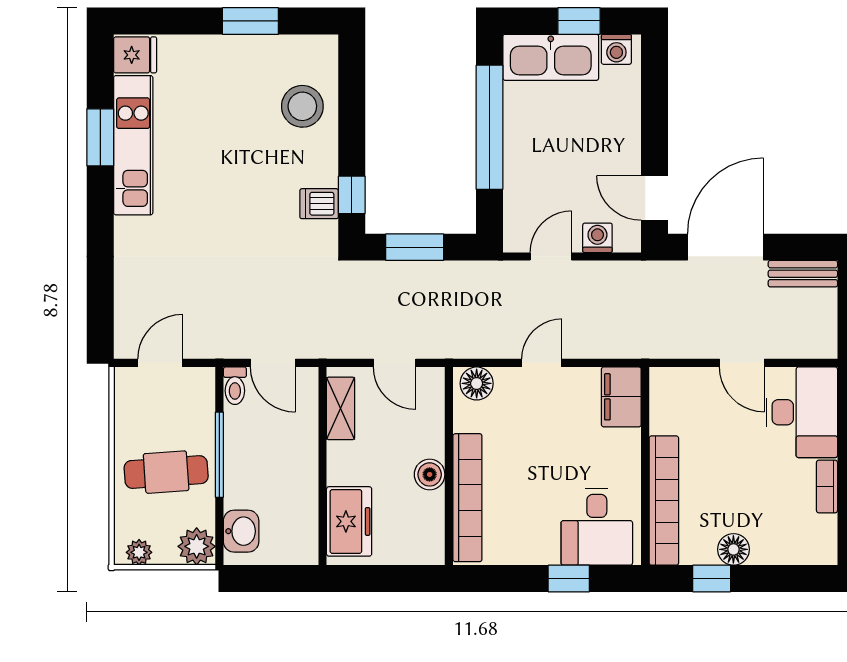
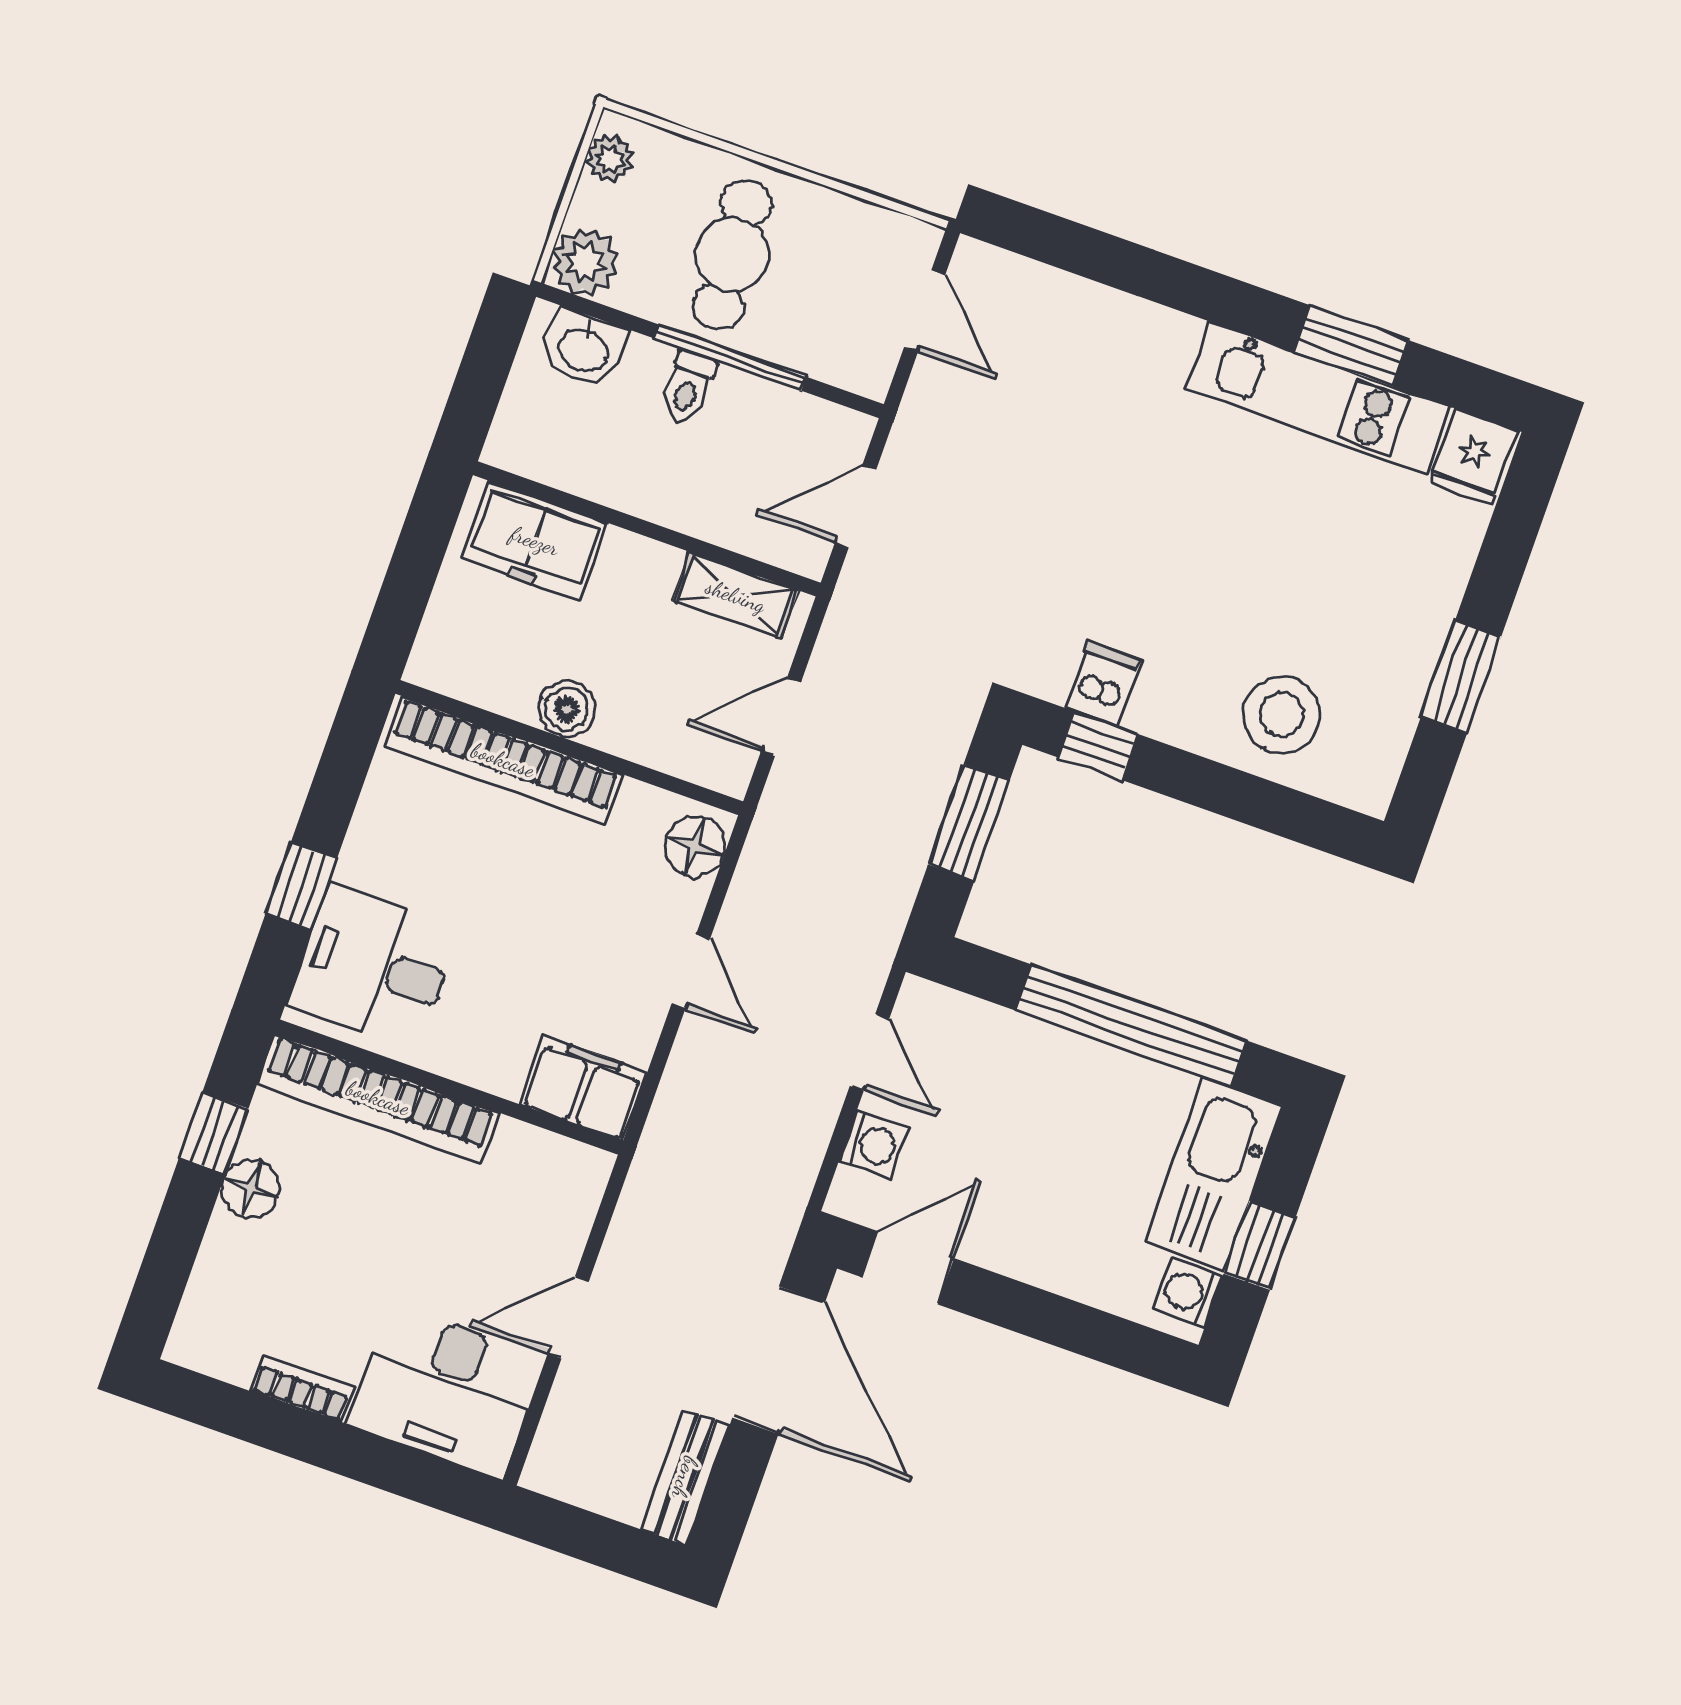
toilet: (235, 386) -> (688, 387), moved, turned -90

